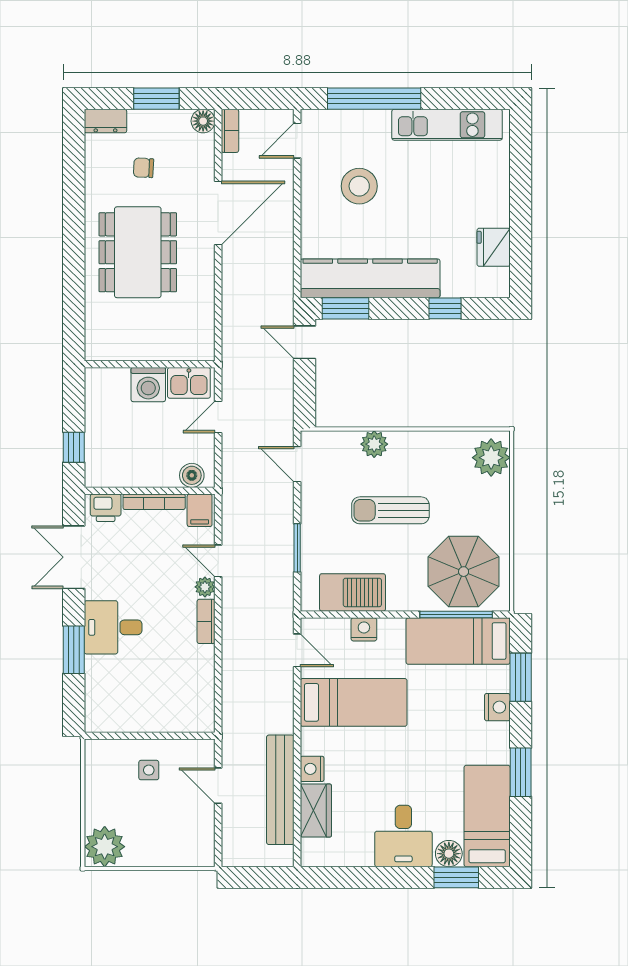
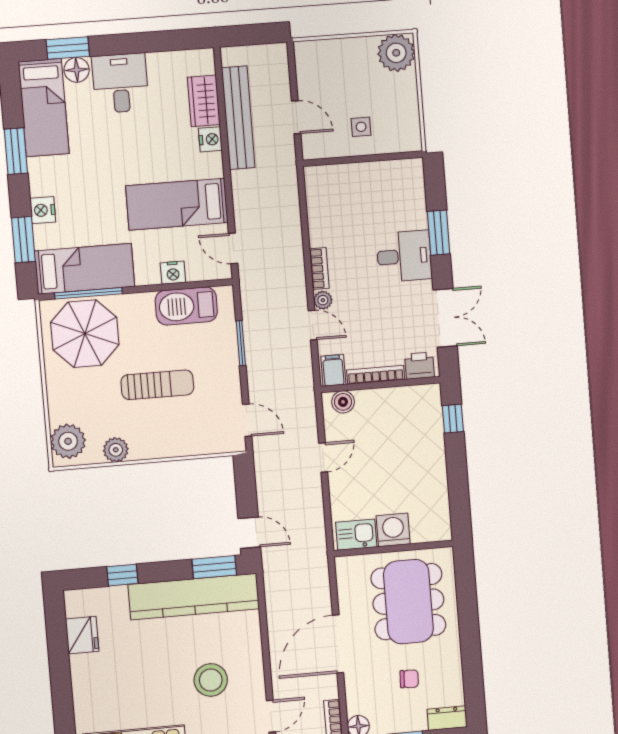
wall: (150, 364) -> (393, 549), moved
kitchen sink: (189, 383) -> (356, 535), moved
washing machine: (148, 385) -> (393, 530), moved
plant: (374, 444) -> (116, 450), moved

